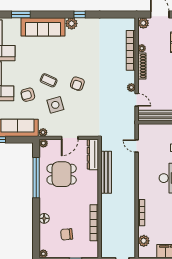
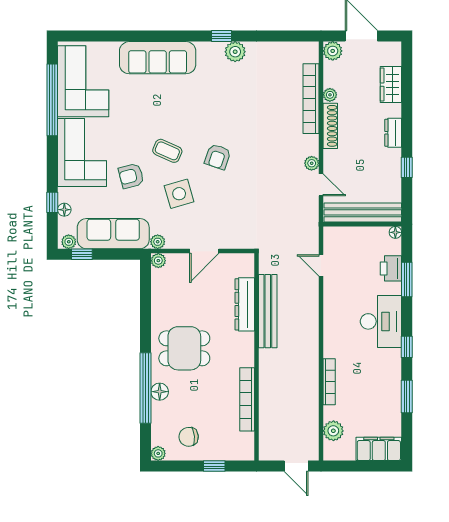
window: (21, 15) -> (119, 36), removed
plant: (72, 24) -> (235, 52), moved
dresser: (93, 154) -> (245, 304), moved
dining table: (62, 174) -> (184, 348), moved
window: (36, 178) -> (146, 388), moved
chair: (67, 234) -> (189, 437), moved

